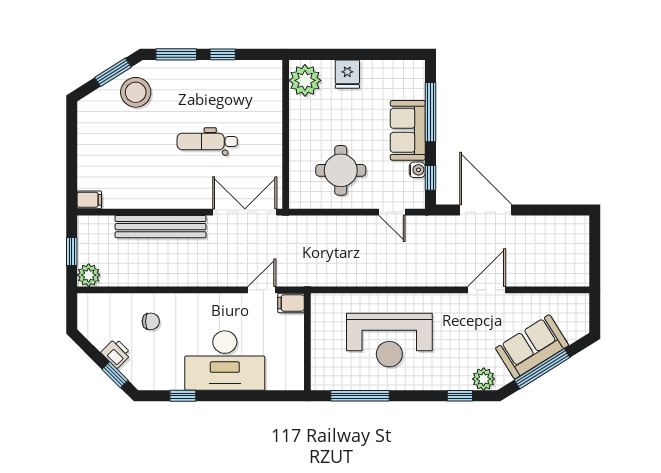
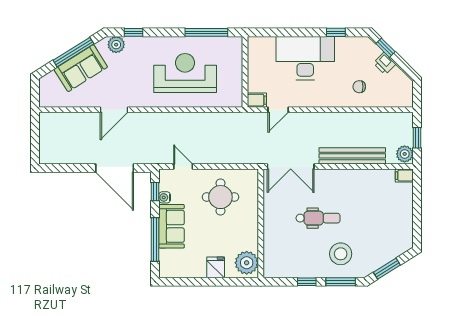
stool: (136, 92) -> (341, 254), moved
plant: (89, 275) -> (405, 154), moved

